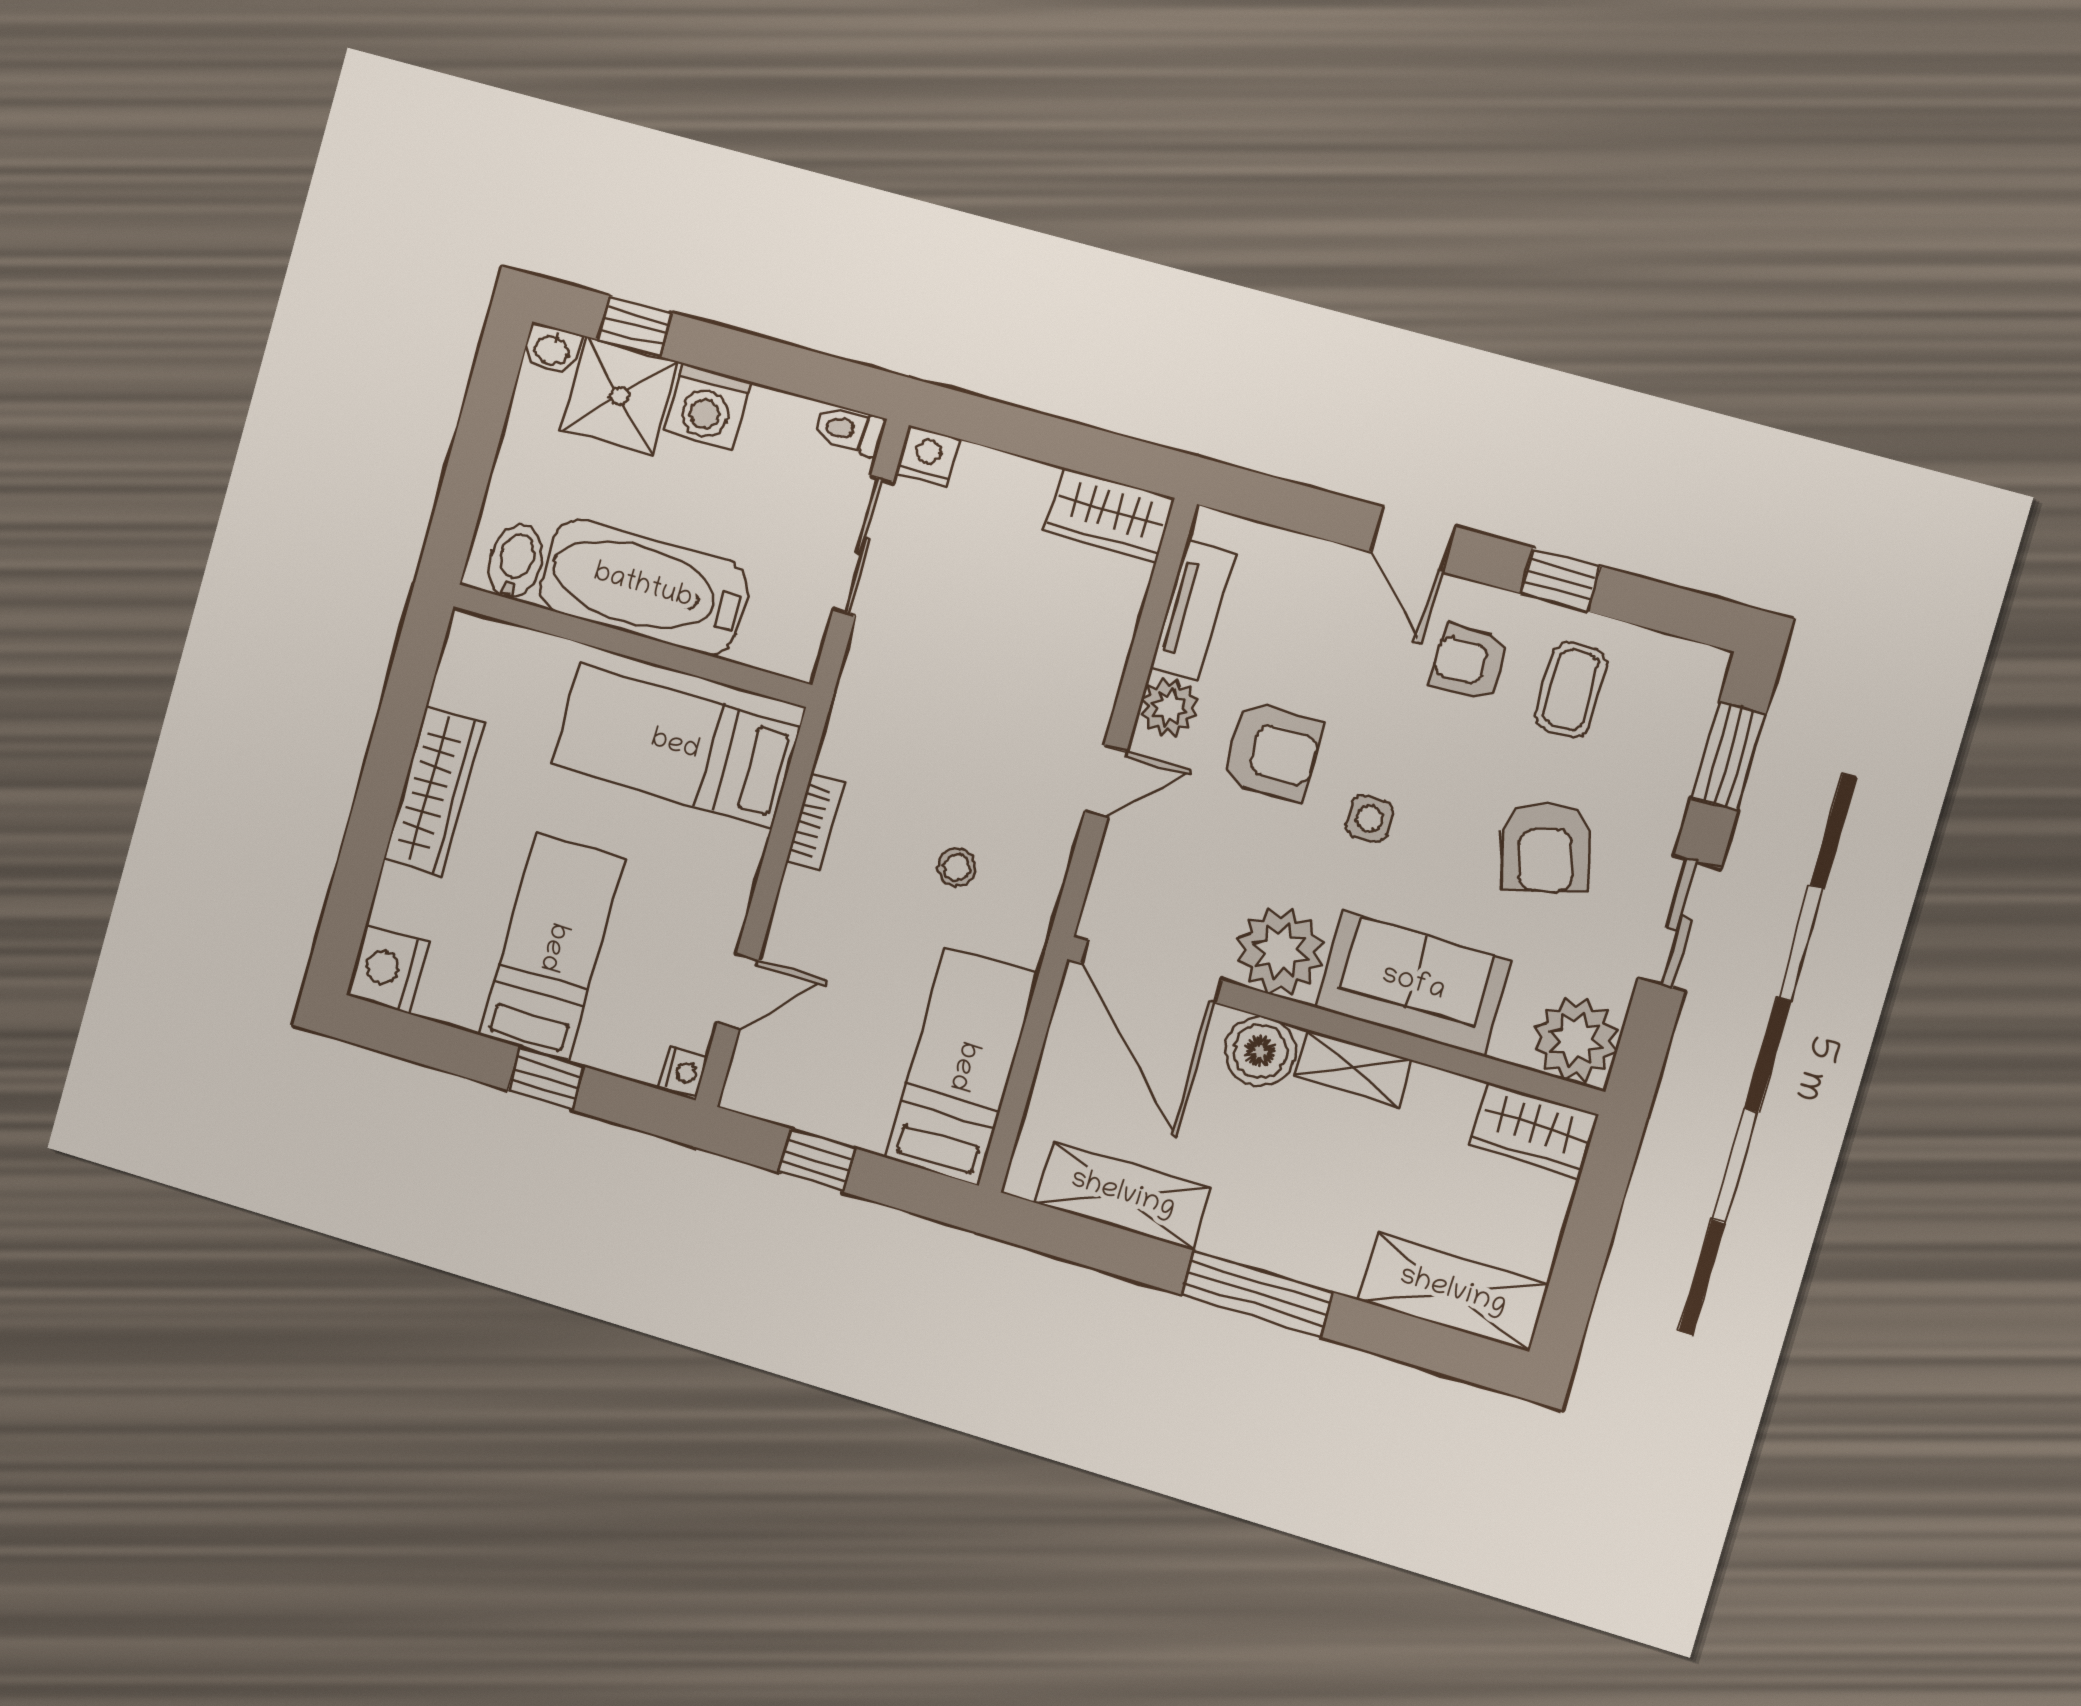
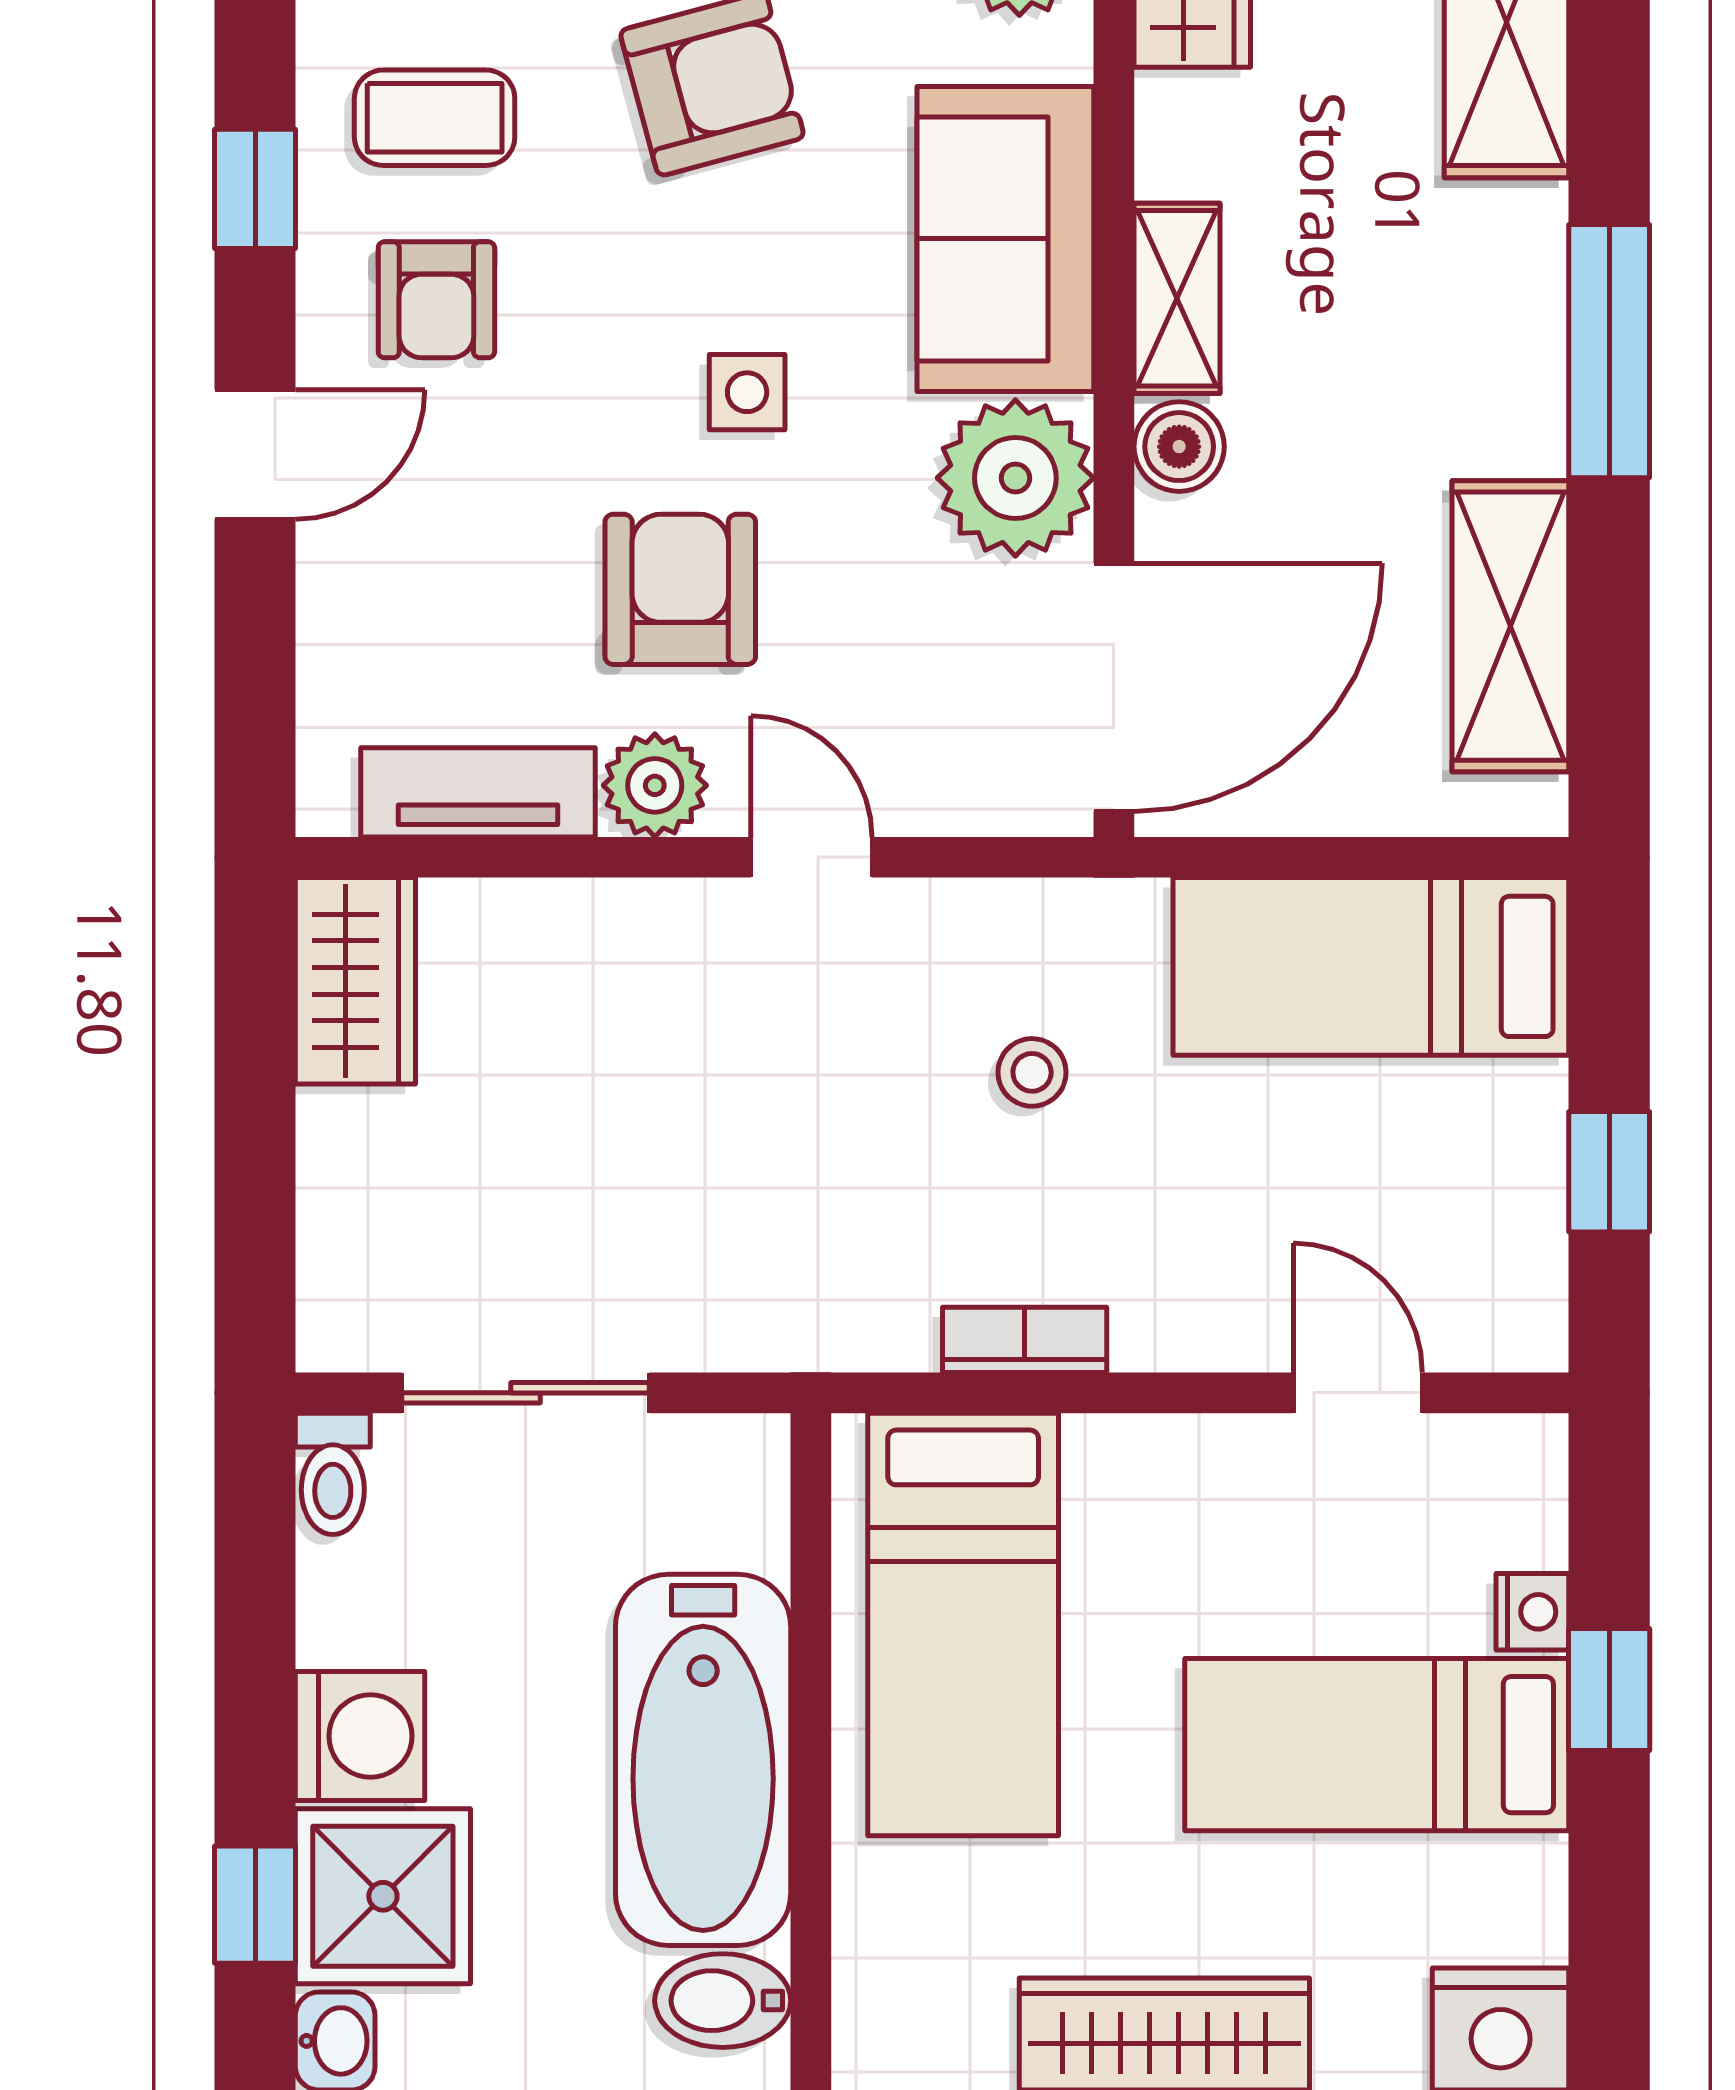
nightstand: (928, 456) -> (339, 1325), removed
boiler: (1260, 1051) -> (1179, 447), width x0.73, depth x0.73
nightstand: (683, 1072) -> (1532, 1612), moved, turned 90

